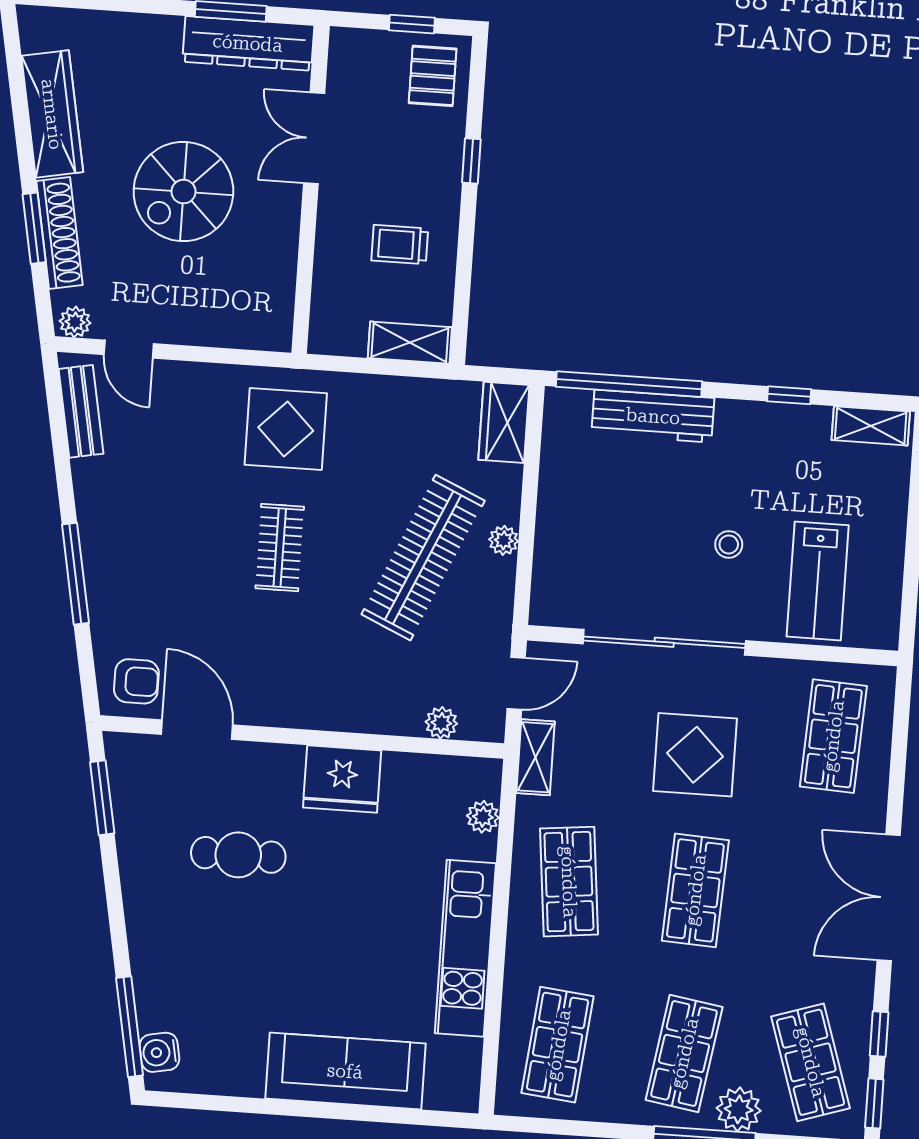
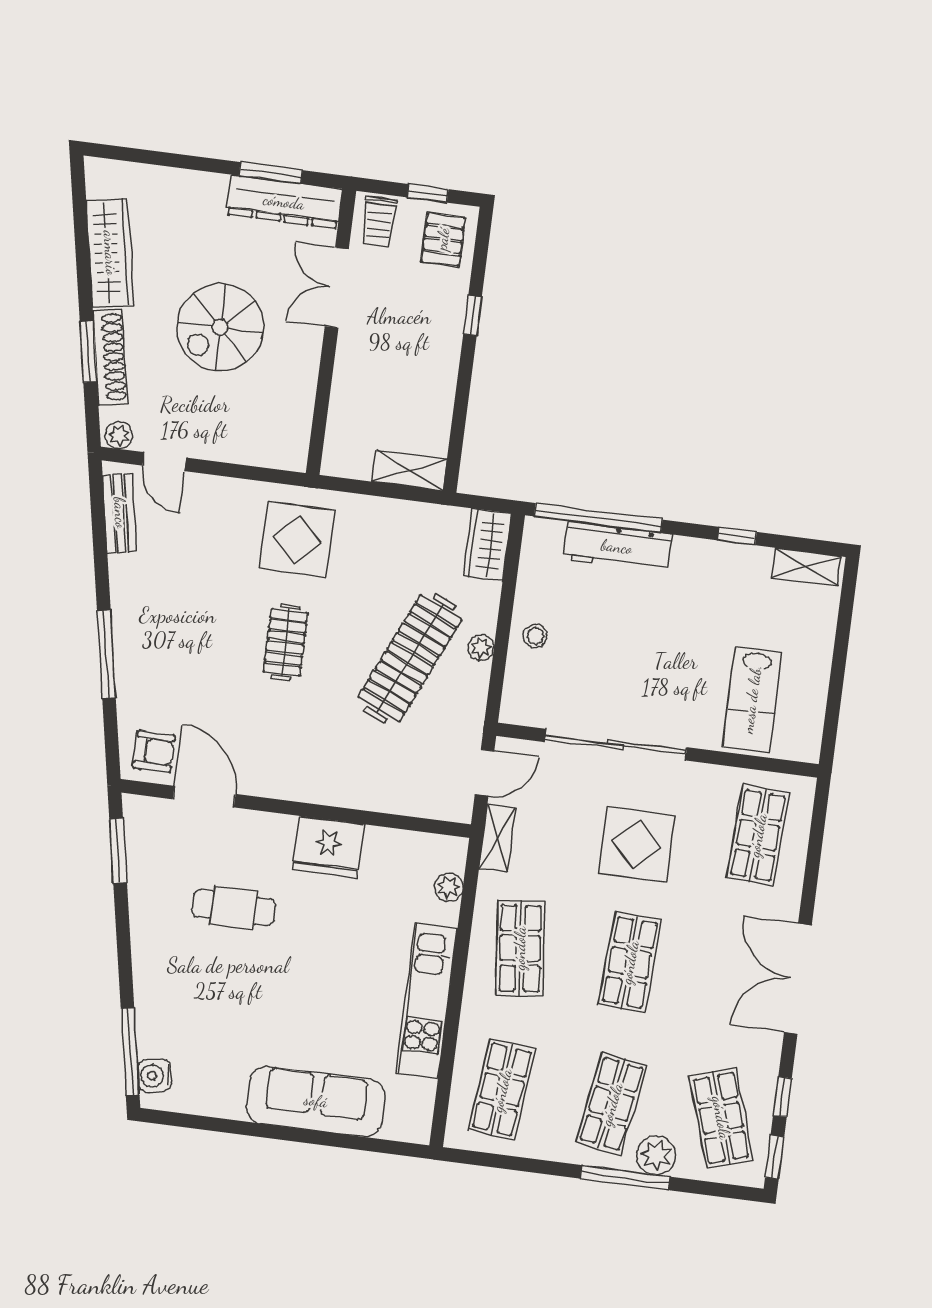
trolley: (400, 245) -> (379, 222), moved, turned -90
stool: (729, 544) -> (535, 636), moved
plant: (441, 723) -> (417, 803), removed

